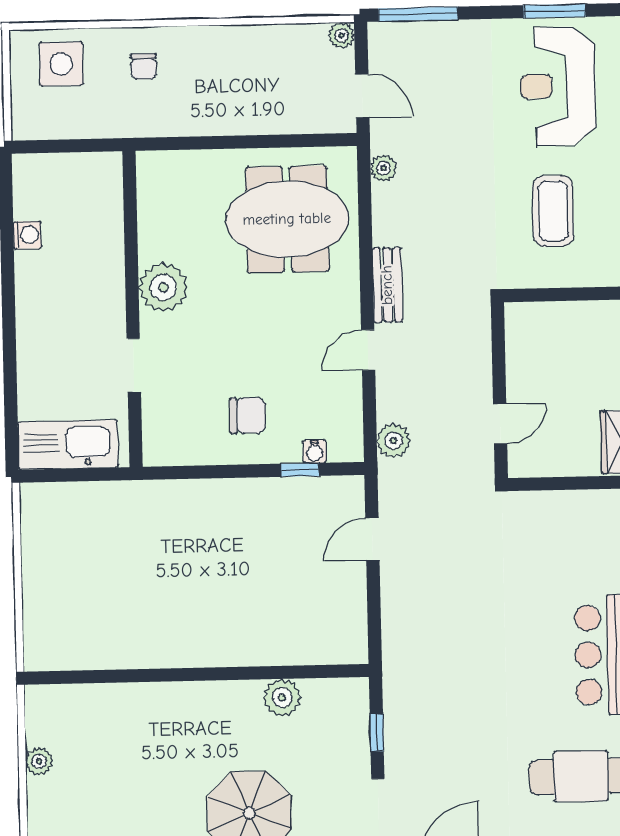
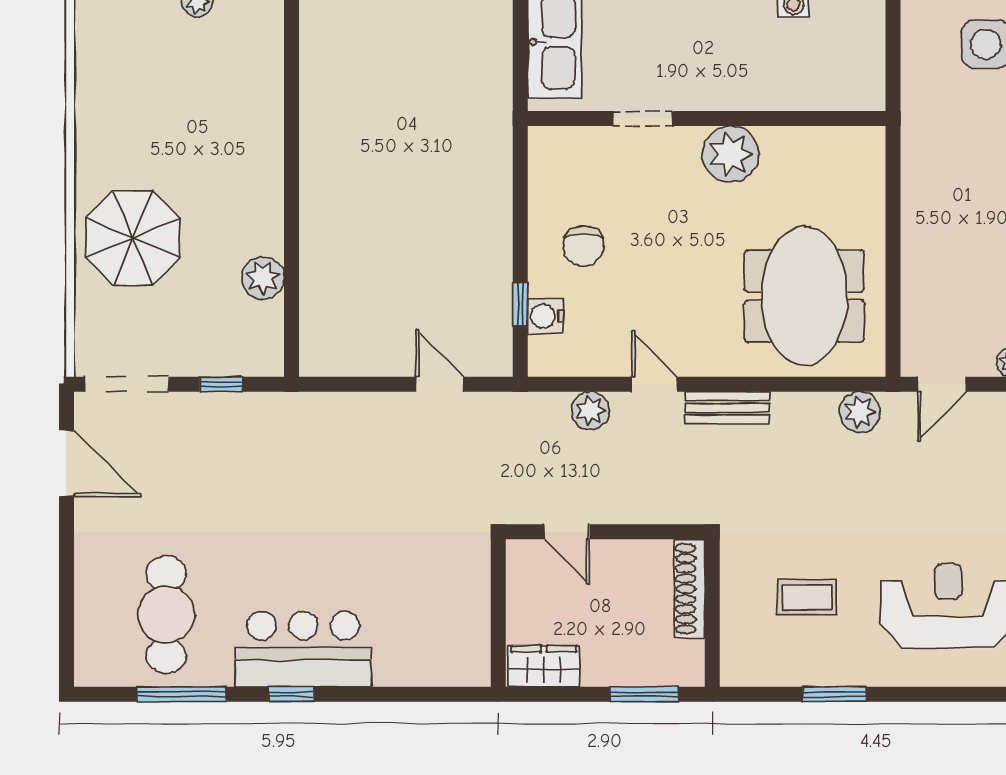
chair: (144, 66) -> (981, 138), removed
plant: (384, 168) -> (860, 412), width x1.38, depth x1.38
coffee table: (553, 211) -> (807, 597), width x0.73, depth x0.77
shoe rack: (548, 315) -> (689, 589), added
plant: (393, 441) -> (590, 411), moved
water cooler: (314, 452) -> (546, 316), width x1.38, depth x1.38

